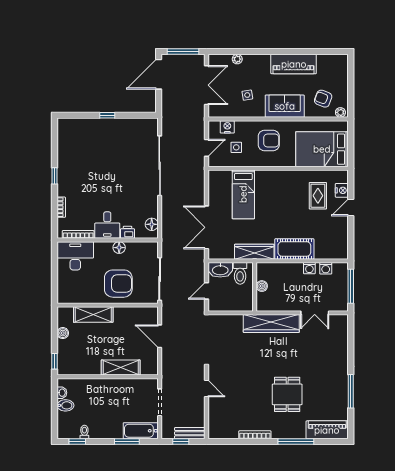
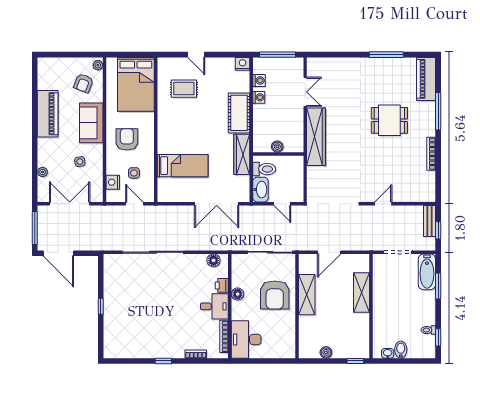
nightstand: (342, 190) -> (243, 64), moved
armchair: (118, 284) -> (275, 295), turned 180
shelving: (93, 315) -> (307, 295), moved

